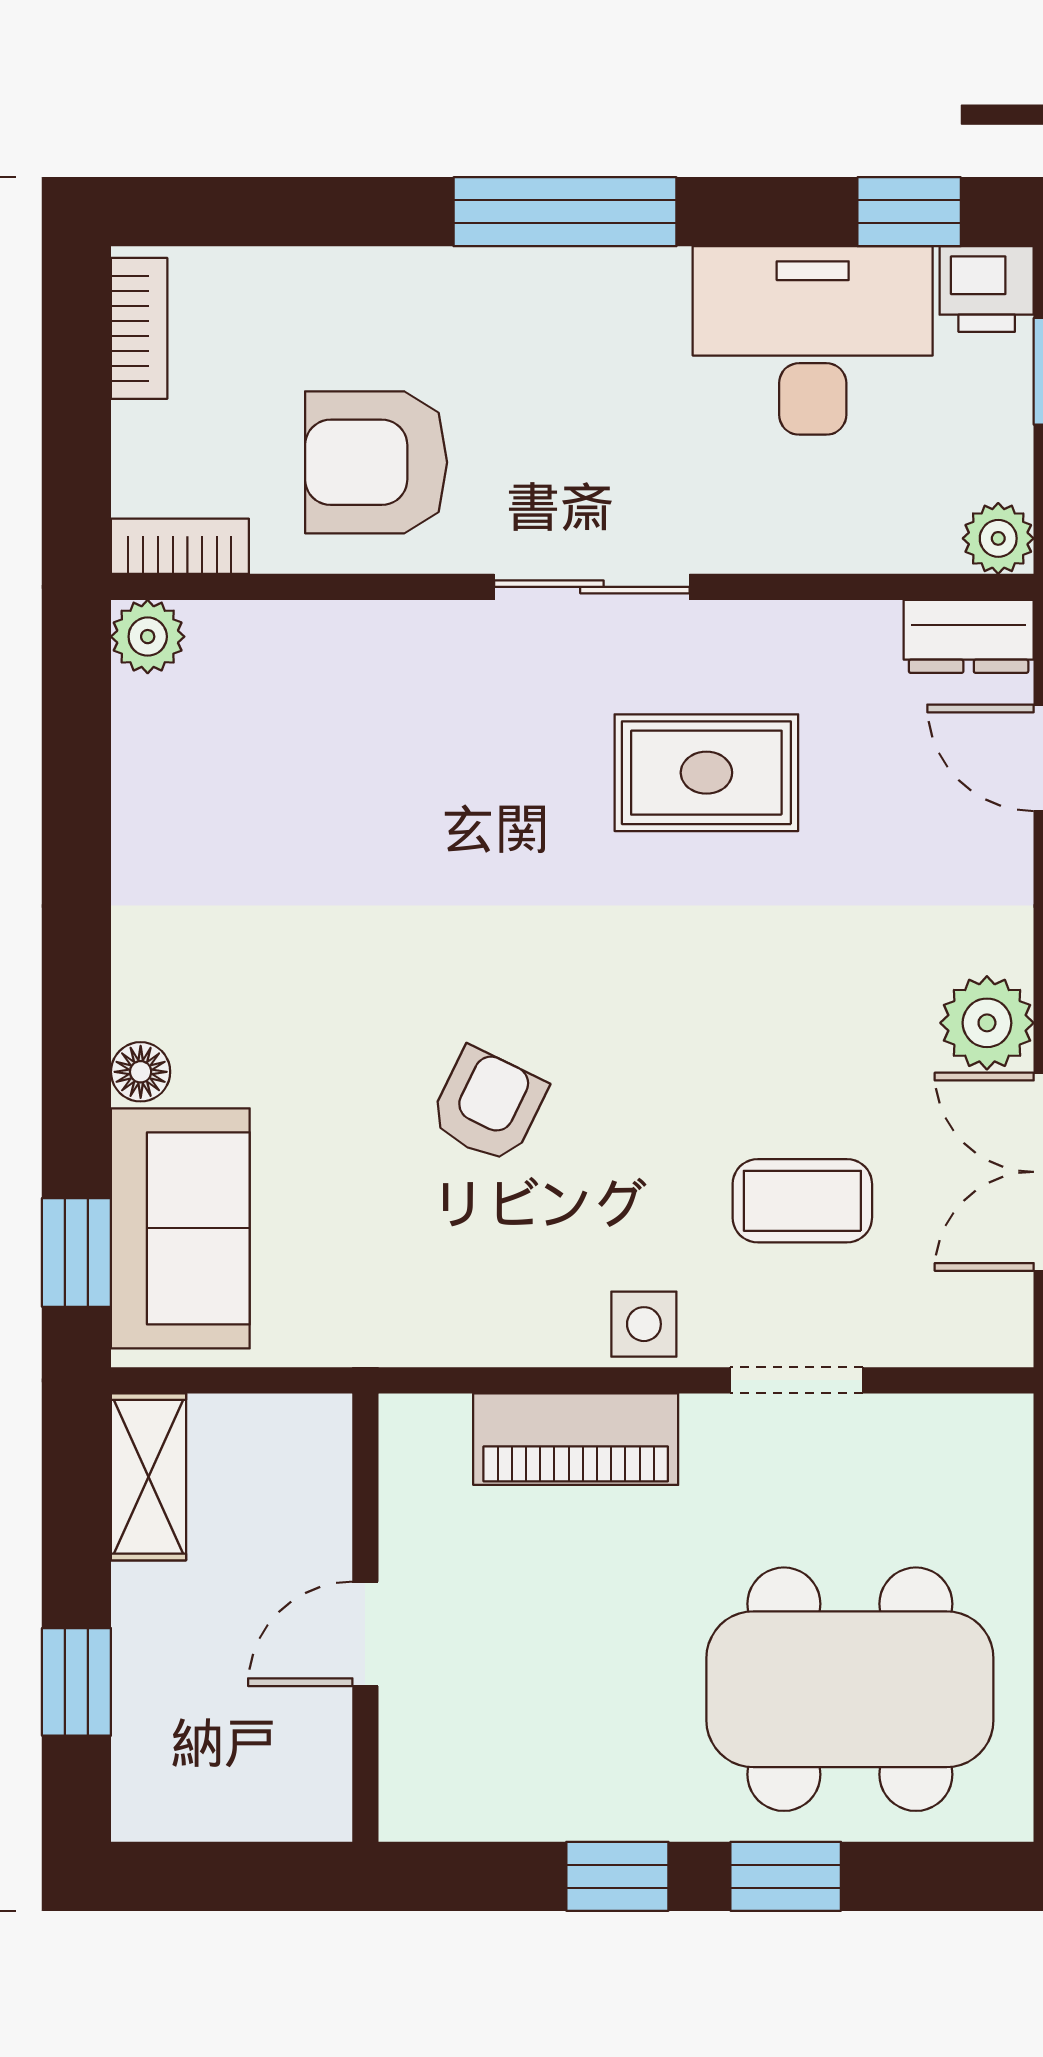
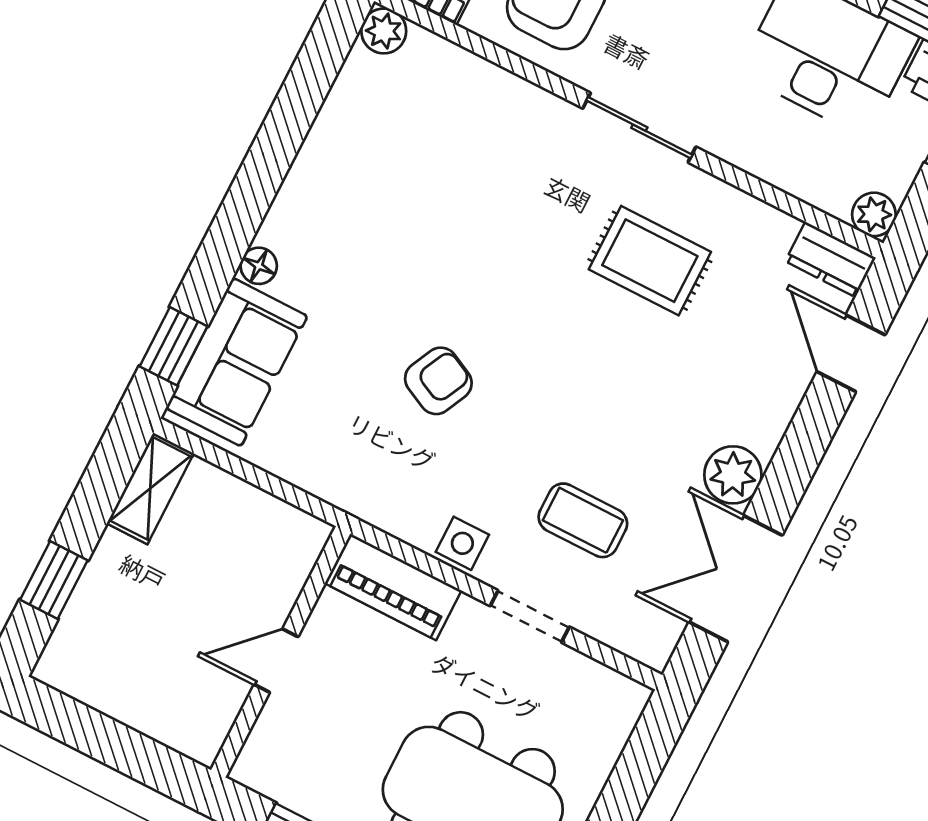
wall: (365, 1618) -> (281, 652), moved
door: (365, 1634) -> (276, 661), moved

